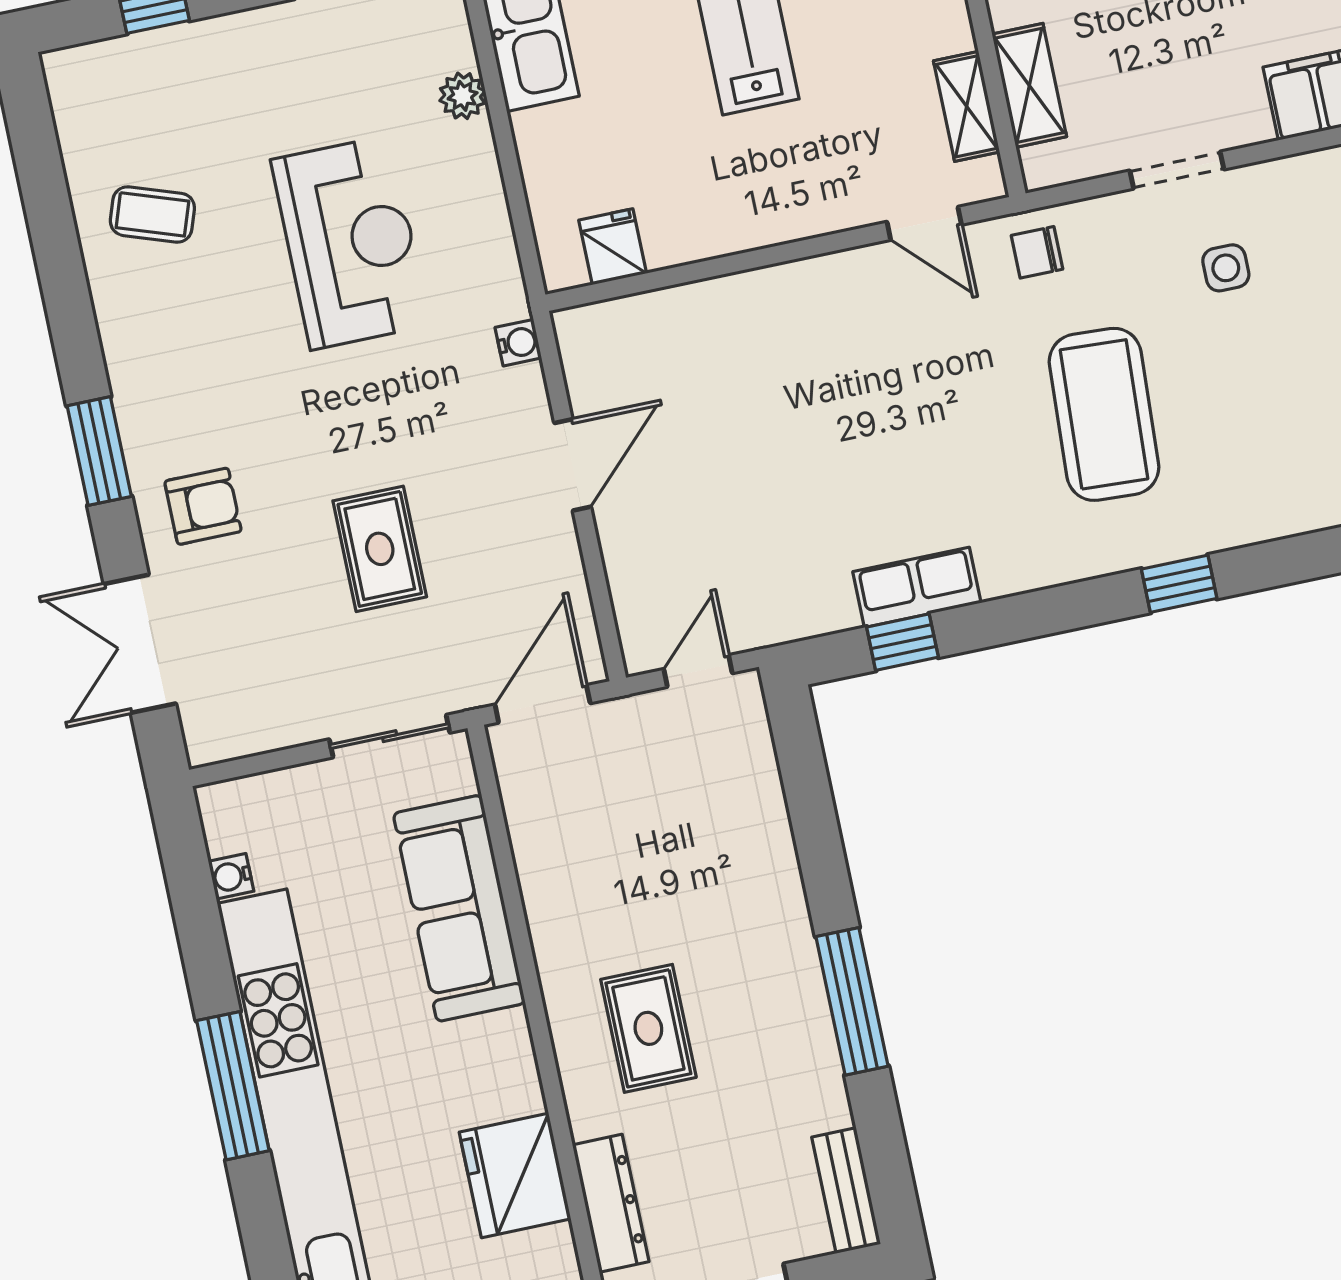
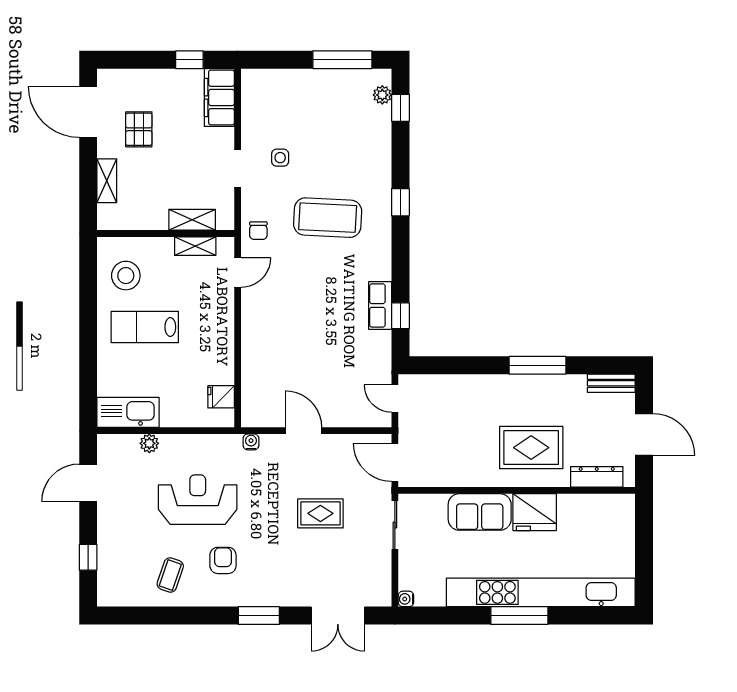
armchair: (203, 506) -> (223, 560), moved
water cooler: (231, 876) -> (406, 599), moved, turned 90
sofa: (459, 908) -> (480, 512), width x0.73
rug: (648, 1028) -> (531, 448), width x1.36, depth x1.43
fridge: (515, 1176) -> (535, 512), moved

